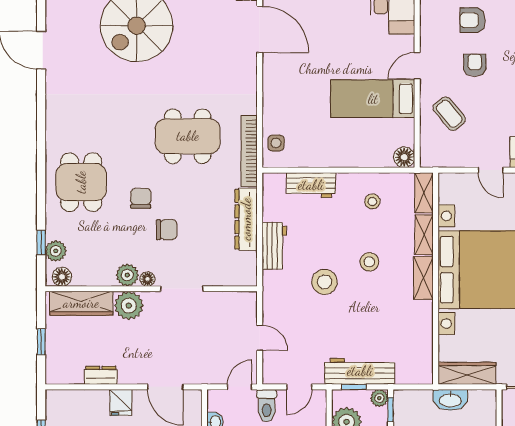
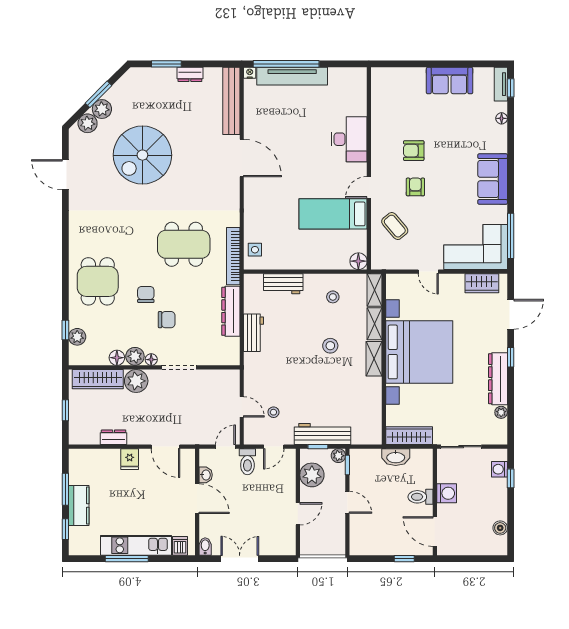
floor lamp: (62, 277) -> (117, 358), moved
stool: (324, 282) -> (273, 412), moved, width x0.53, depth x0.53

